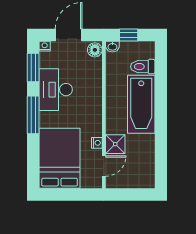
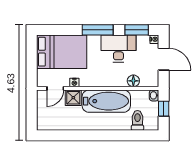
floor lamp: (95, 50) -> (133, 81), moved
bathtub: (141, 104) -> (106, 101), moved, turned 180
door: (104, 166) -> (55, 88), hinge flipped

